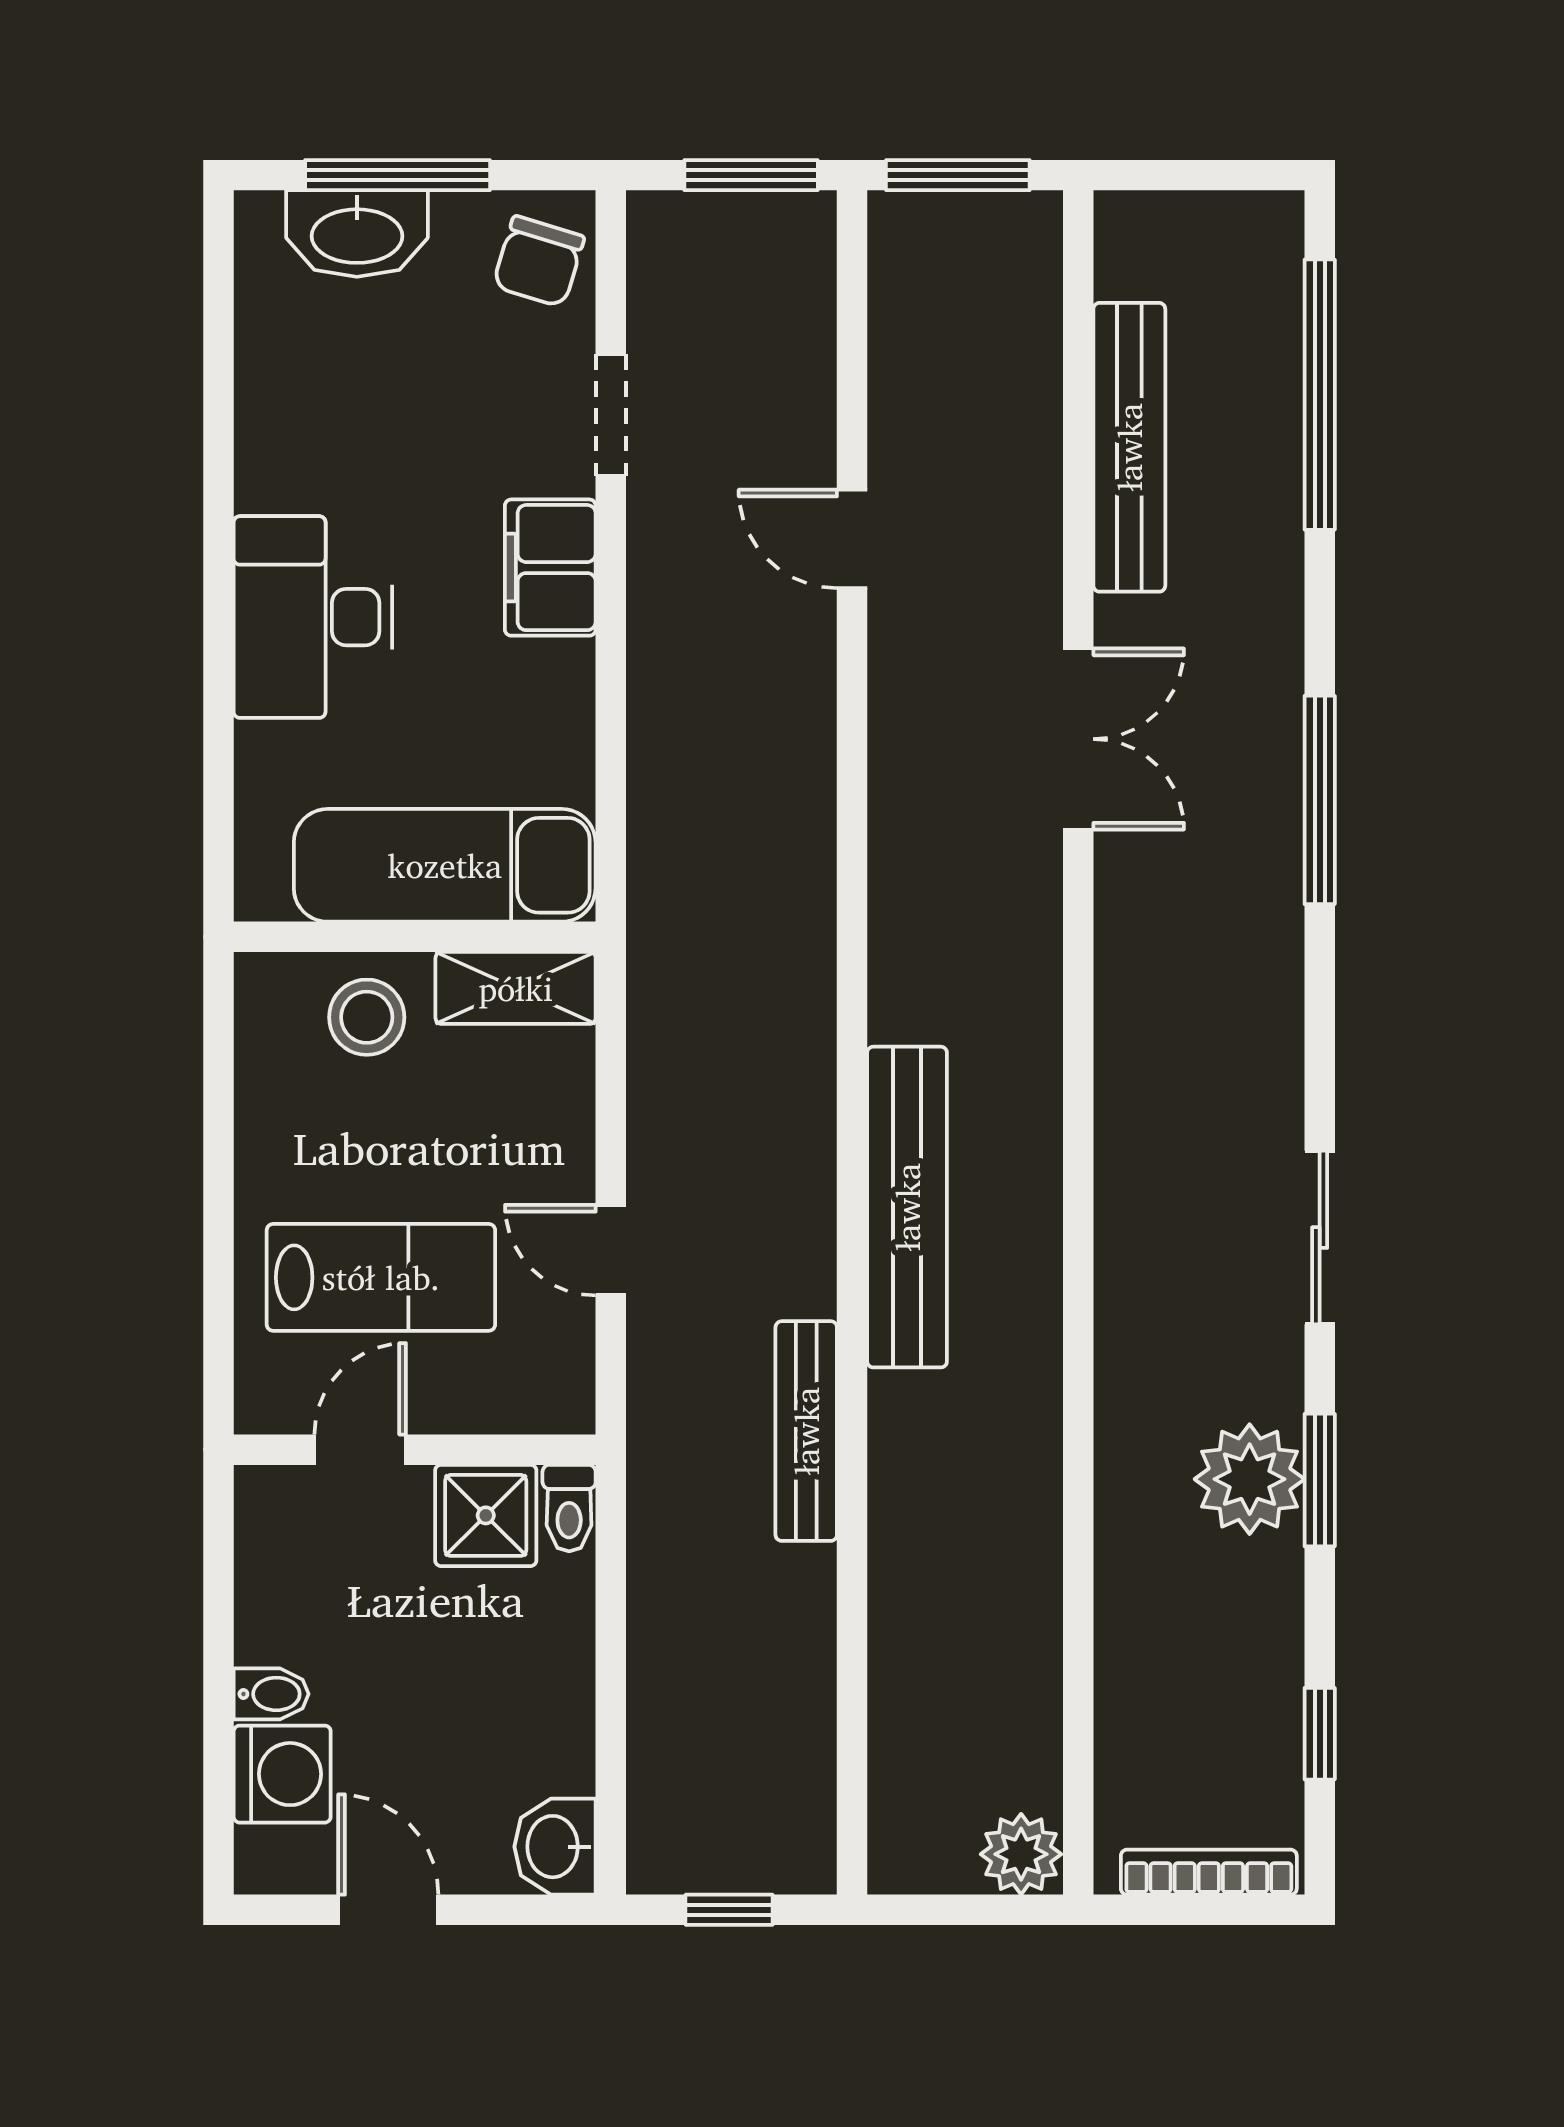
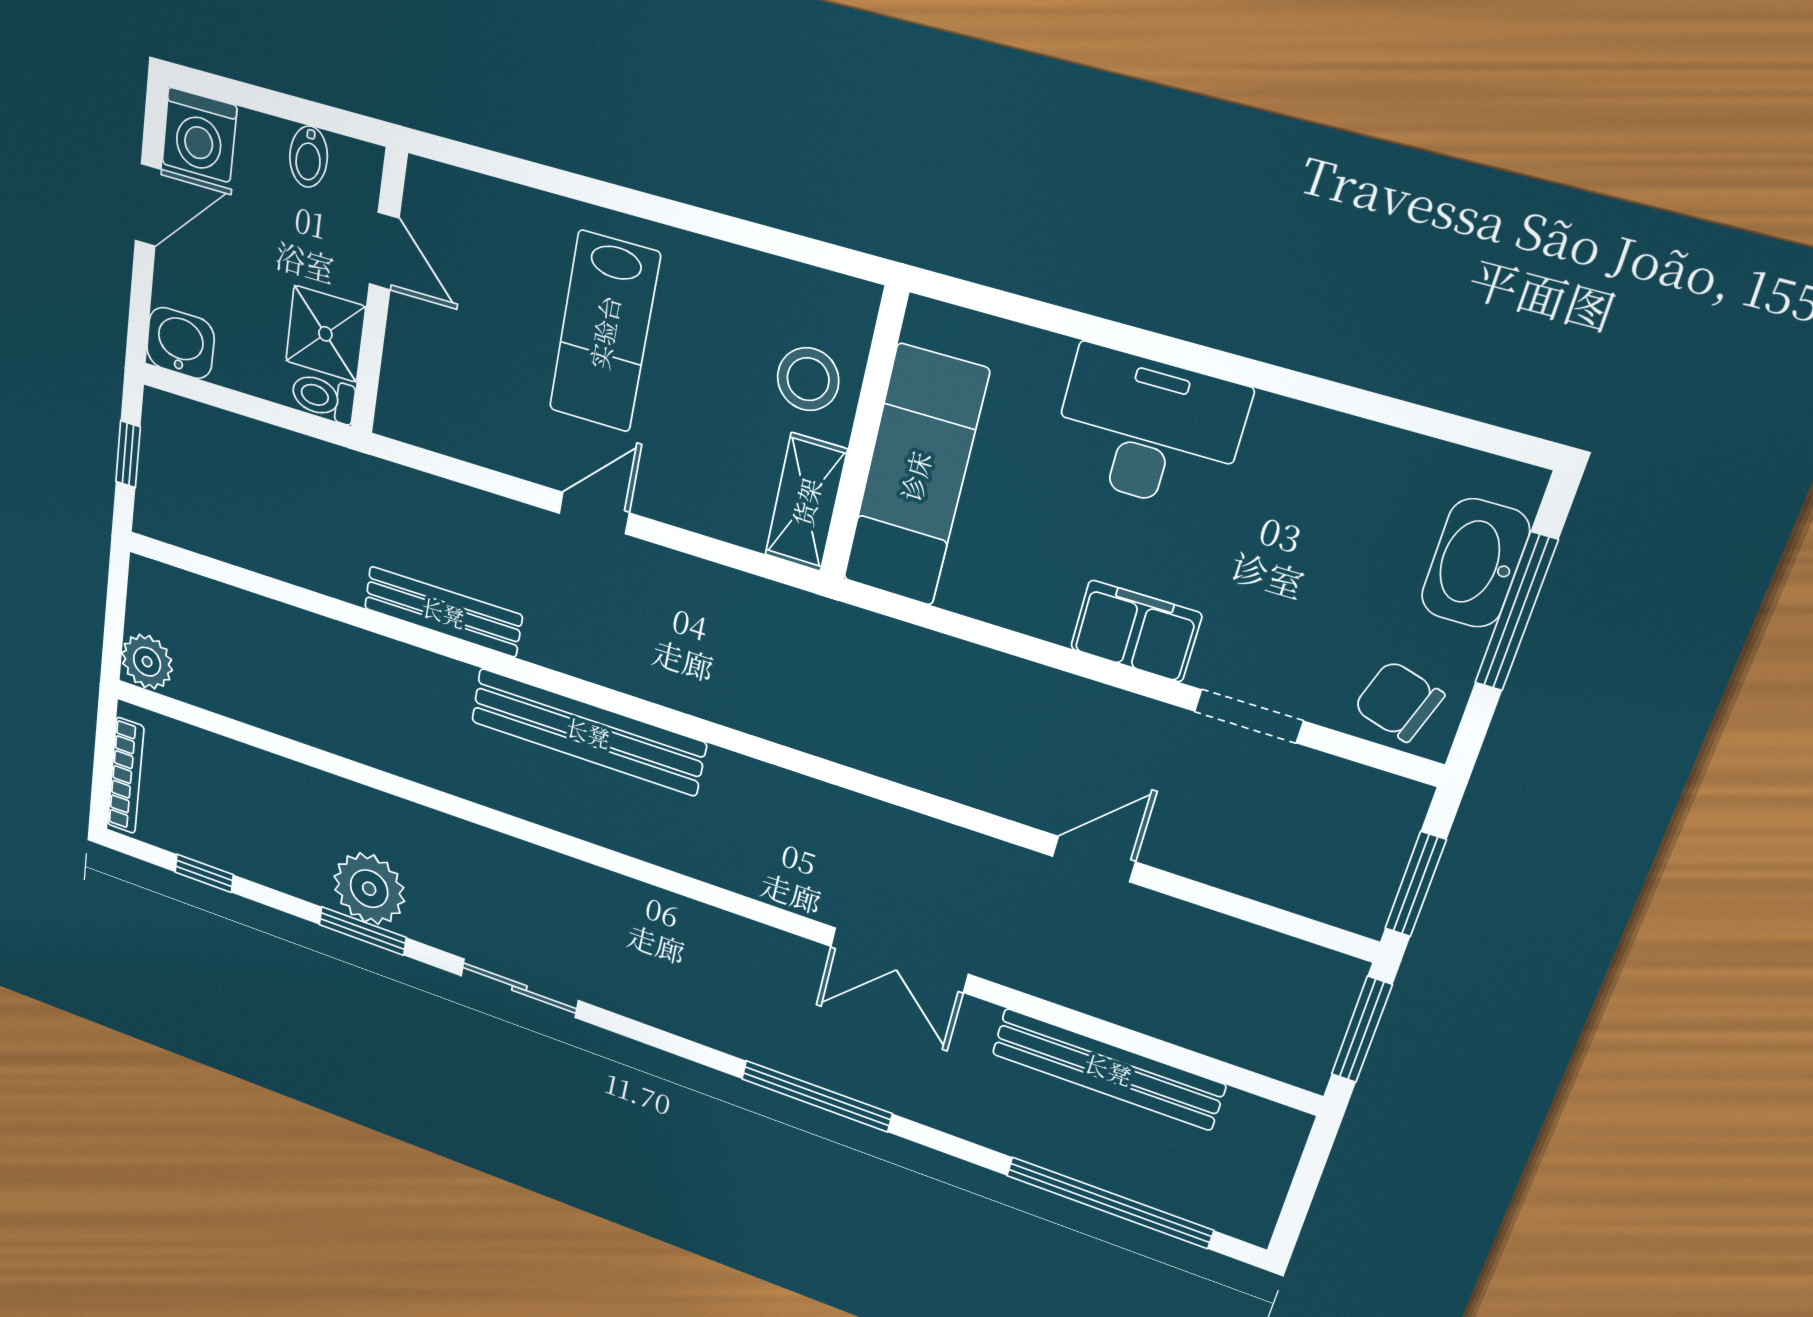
door: (360, 1450) -> (384, 251), moved
wall: (415, 1450) -> (379, 294), moved
toilet: (569, 1508) -> (323, 397), moved
shower: (486, 1515) -> (325, 334), moved
washing machine: (282, 1774) -> (199, 135), moved

